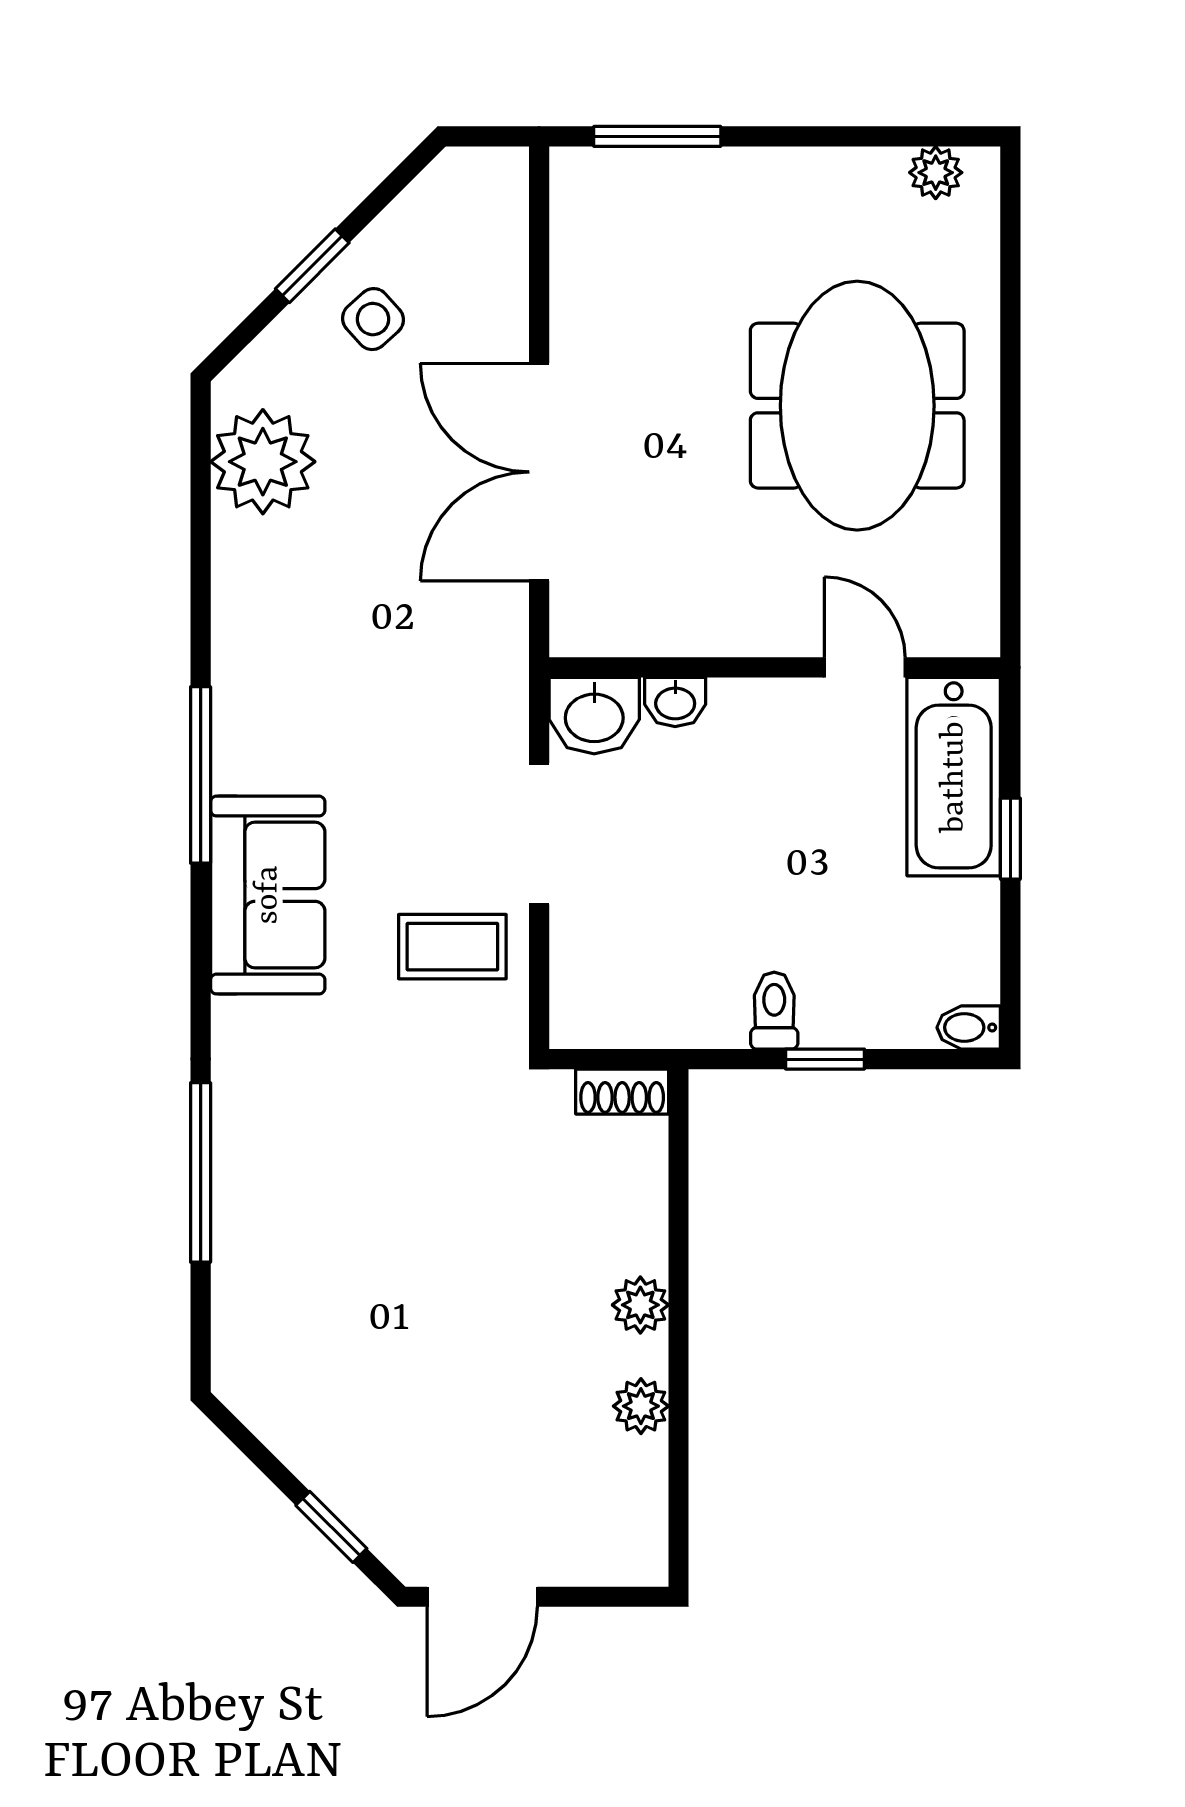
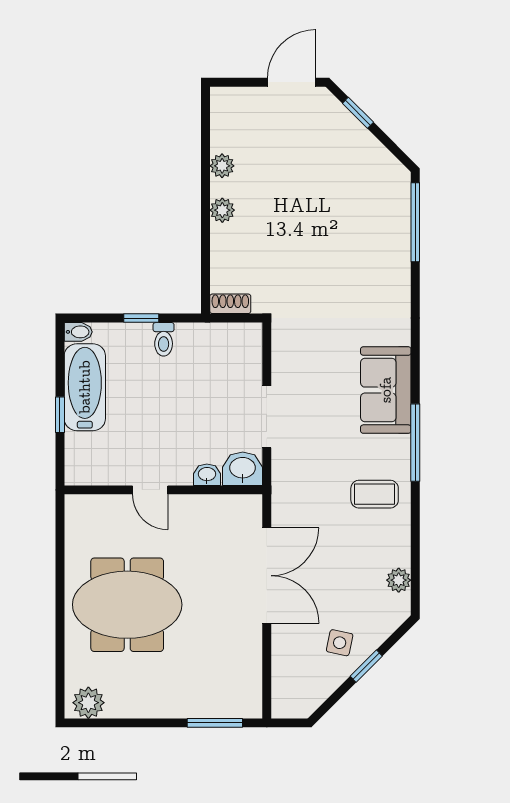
plant: (936, 173) -> (88, 703), width x1.38, depth x1.38
side table: (373, 319) -> (340, 643), turned -36
meeting table: (857, 406) -> (127, 605), turned 90
plant: (263, 462) -> (399, 580), width x0.53, depth x0.53
door: (865, 667) -> (150, 490), moved
bathtub: (954, 777) -> (85, 387), moved
coffee table: (452, 947) -> (375, 494), moved
window: (201, 1172) -> (415, 222), moved

